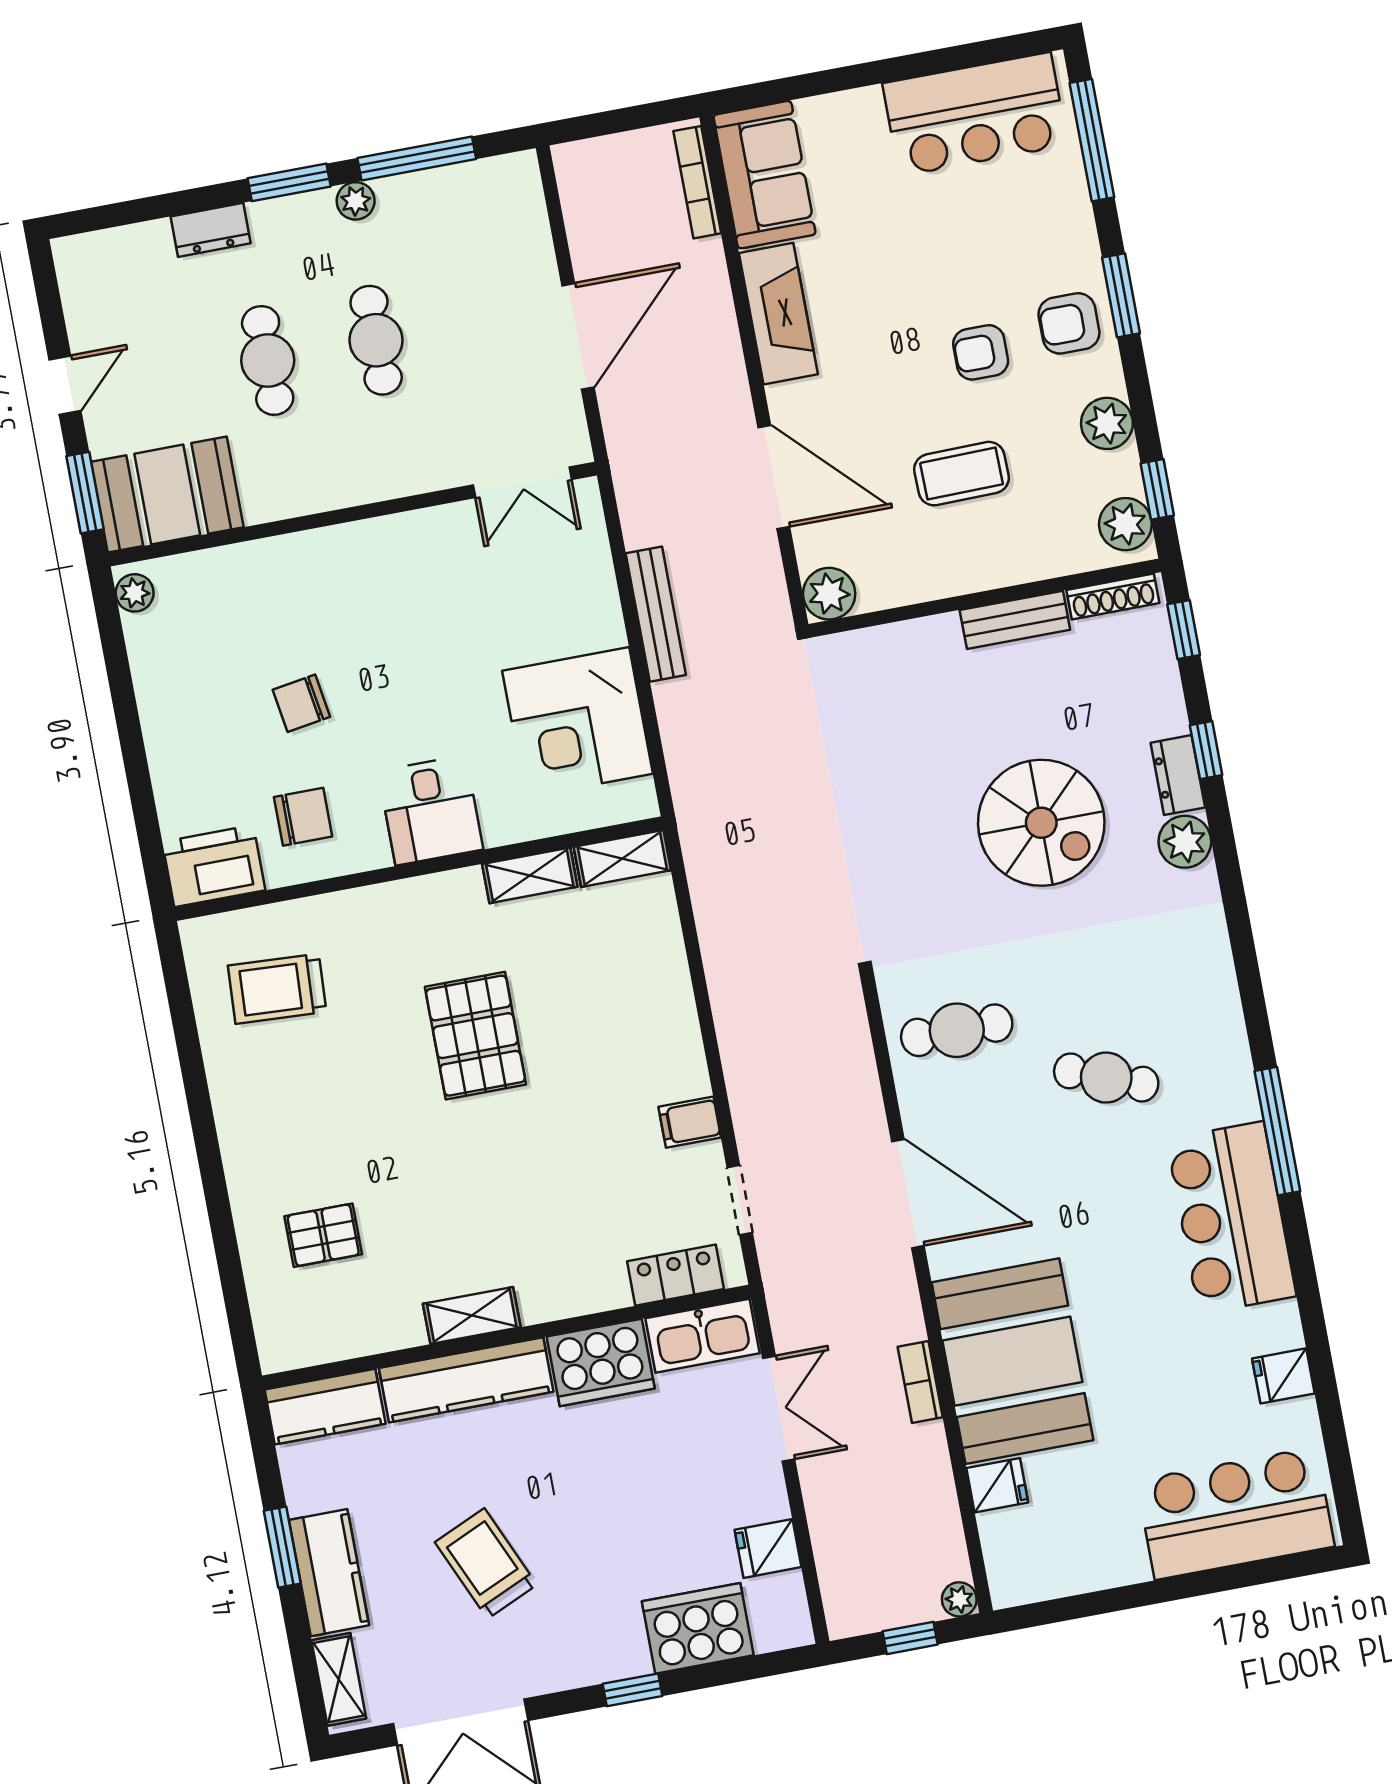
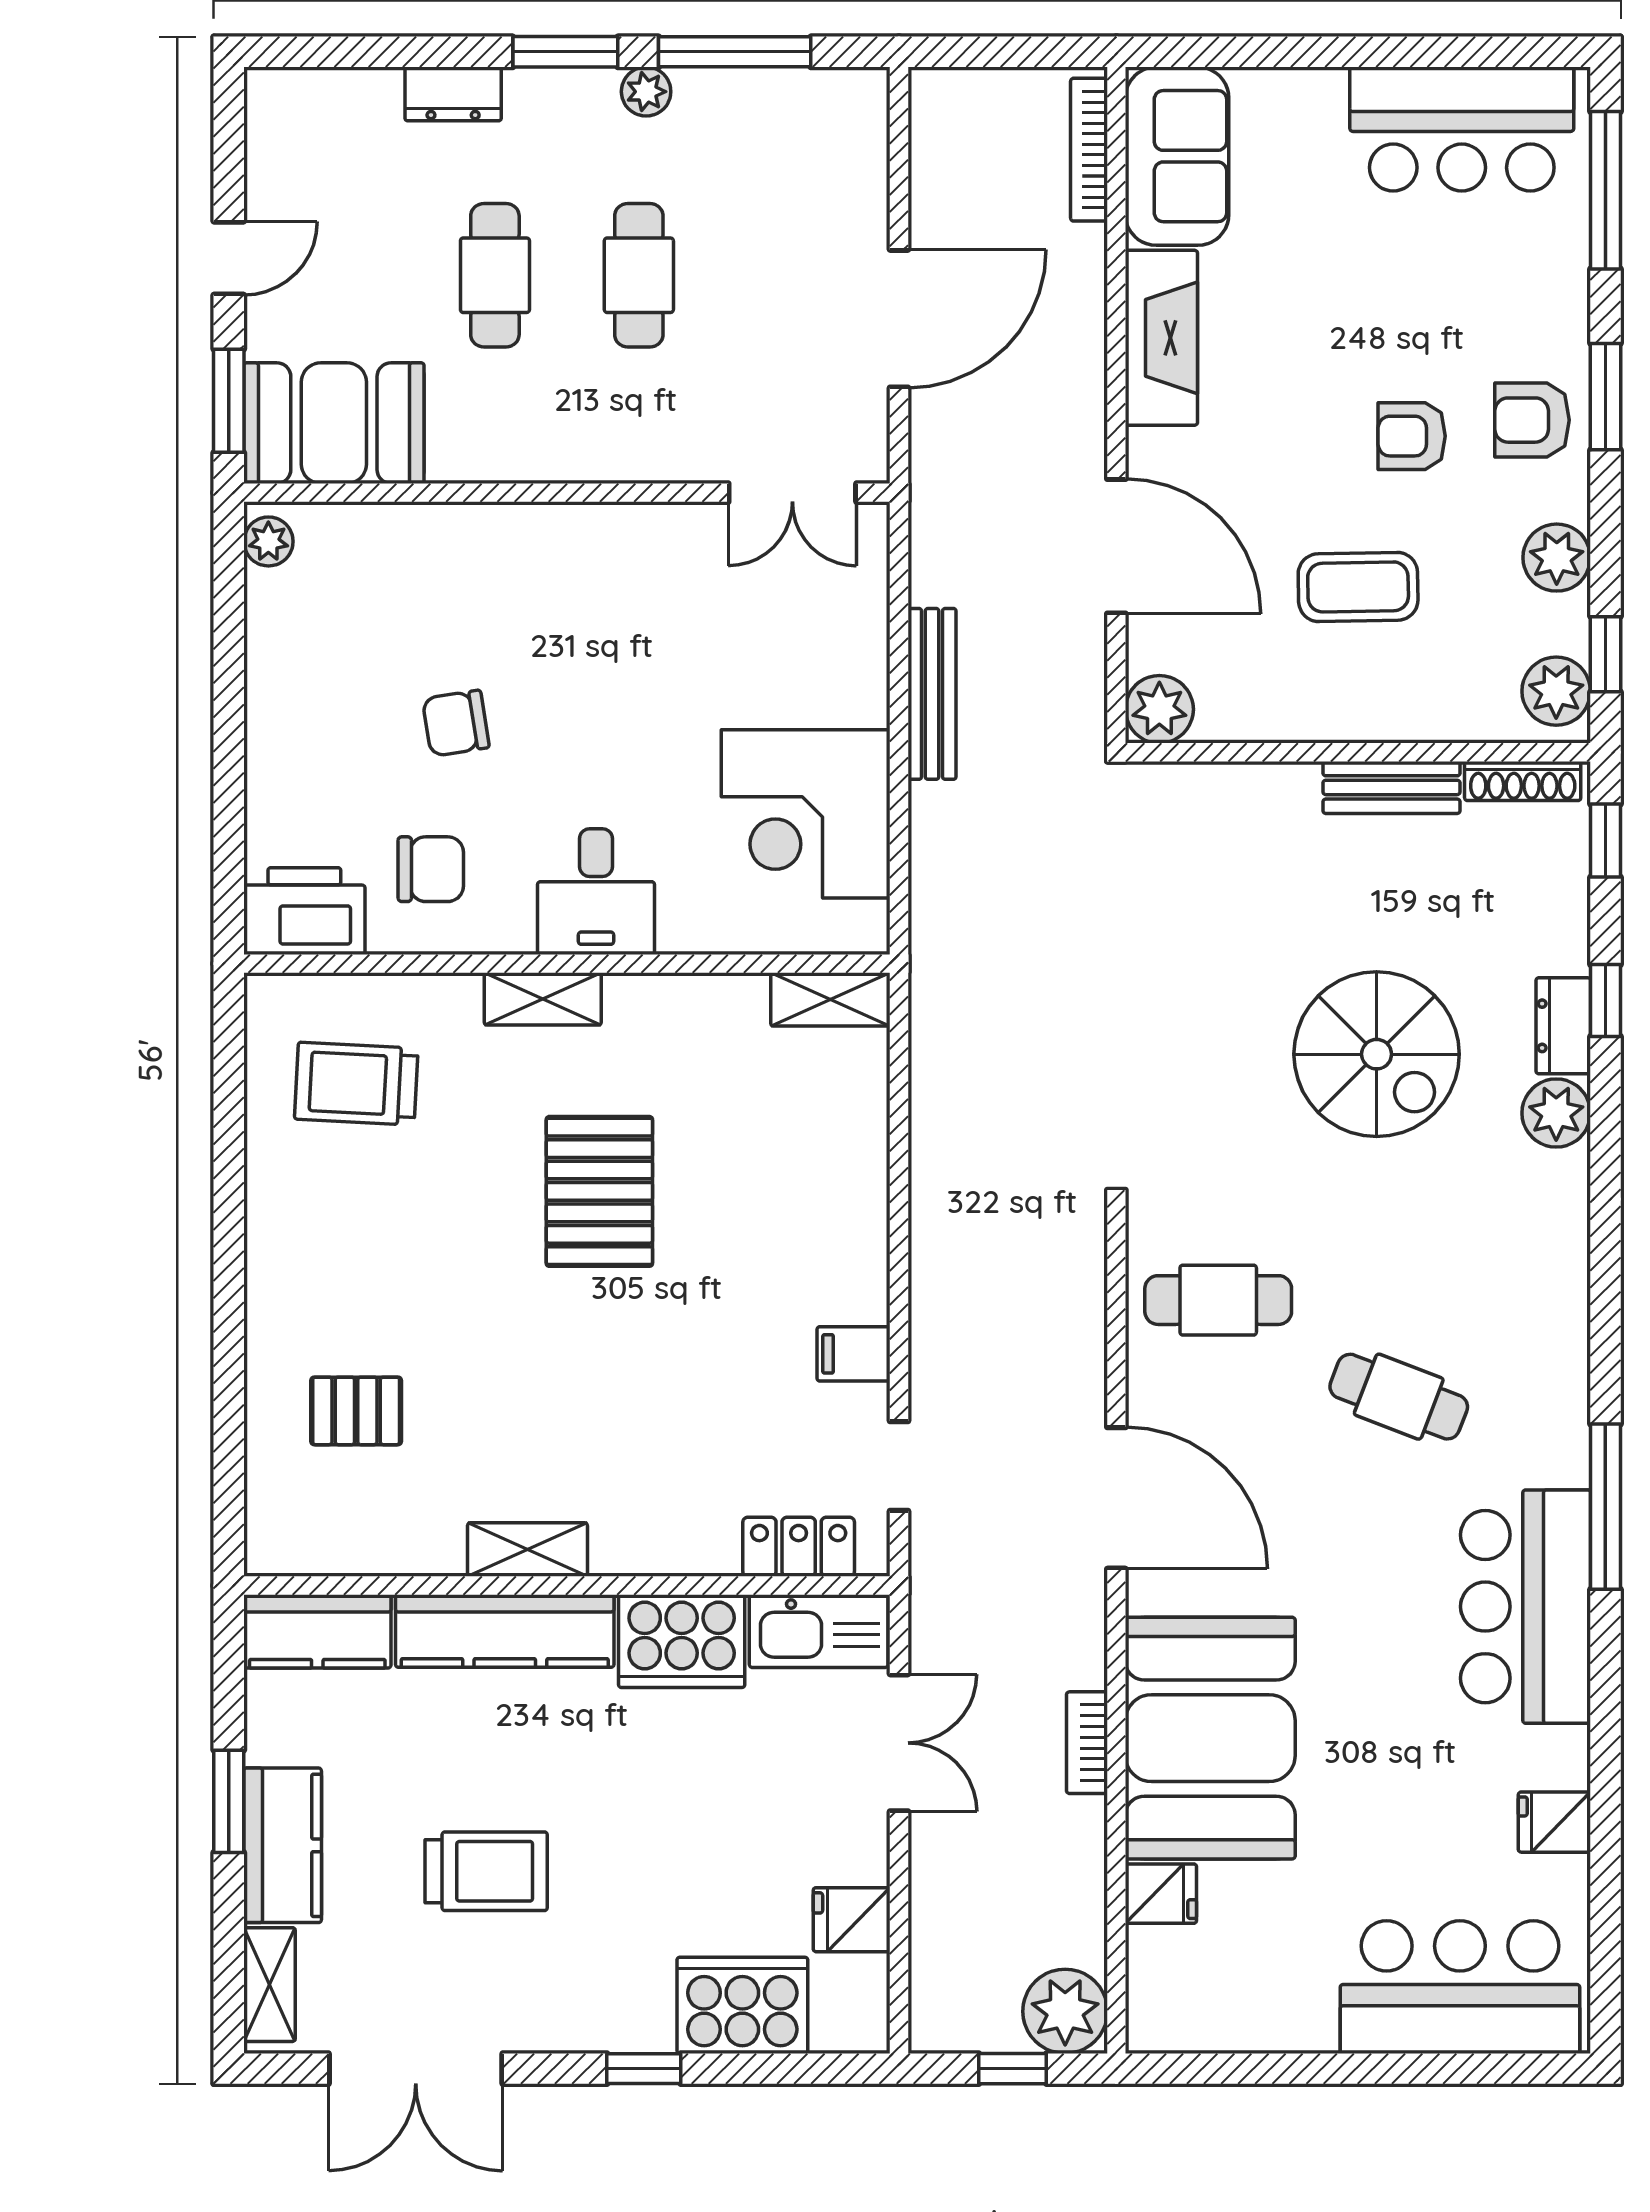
shelving: (530, 875) -> (543, 999), moved
trolley: (486, 1563) -> (486, 1871), turned 114
plant: (959, 1599) -> (1065, 2011), width x1.87, depth x1.87

